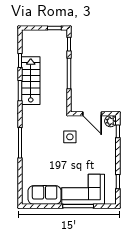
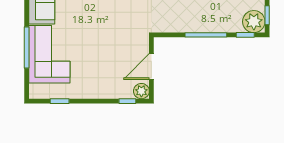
plant: (59, 38) -> (254, 22), added
side table: (70, 137) -> (120, 36), removed

